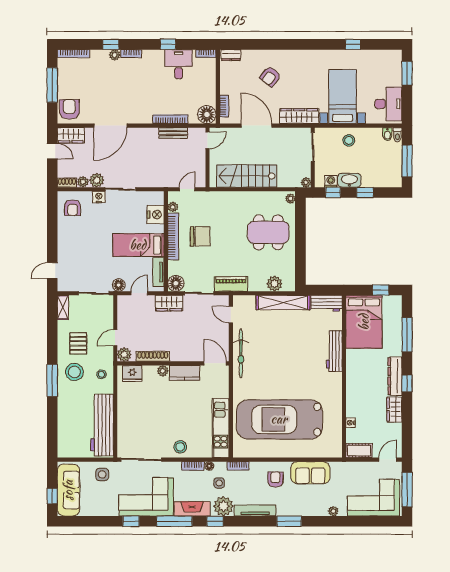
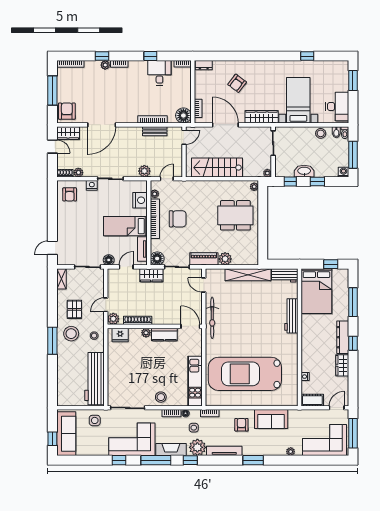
stool: (349, 140) -> (321, 133), moved
plant: (97, 180) -> (144, 171), moved
washing machine: (331, 181) -> (344, 172), moved
plant: (274, 284) -> (225, 259), moved

